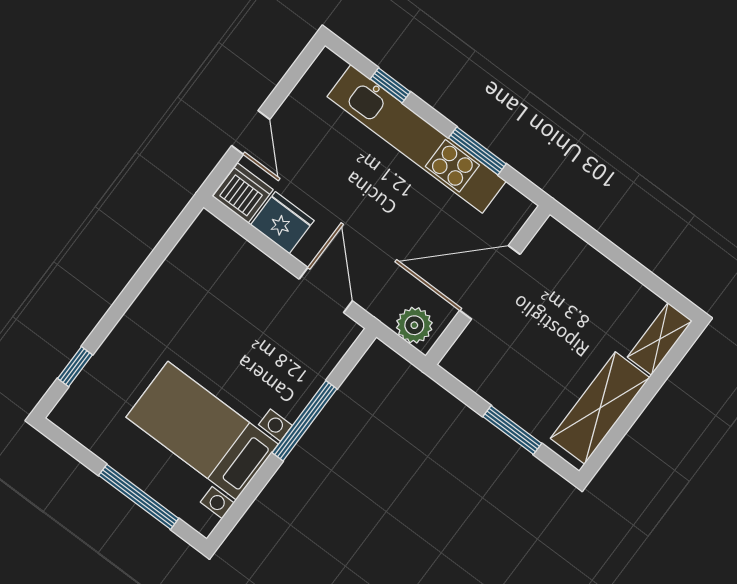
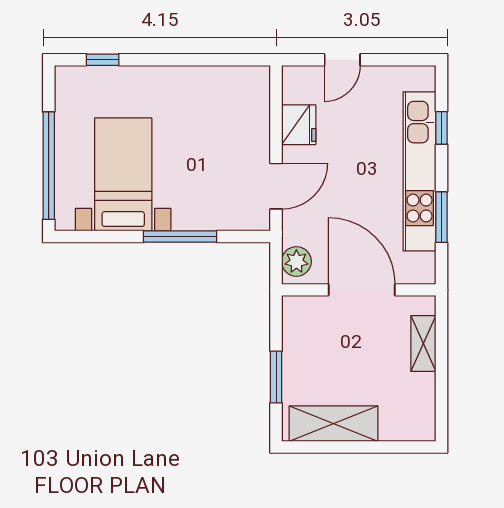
dishwasher: (243, 193) -> (299, 84), removed
shelving: (660, 339) -> (423, 344), moved, turned 90
window: (139, 497) -> (49, 166), width x1.46

